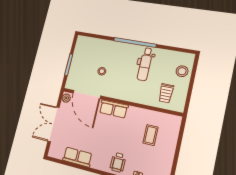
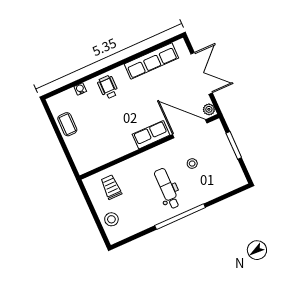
dental chair: (145, 64) -> (167, 189), moved
coffee table: (150, 135) -> (67, 124), moved
row of seats: (77, 157) -> (151, 61), width x1.48

